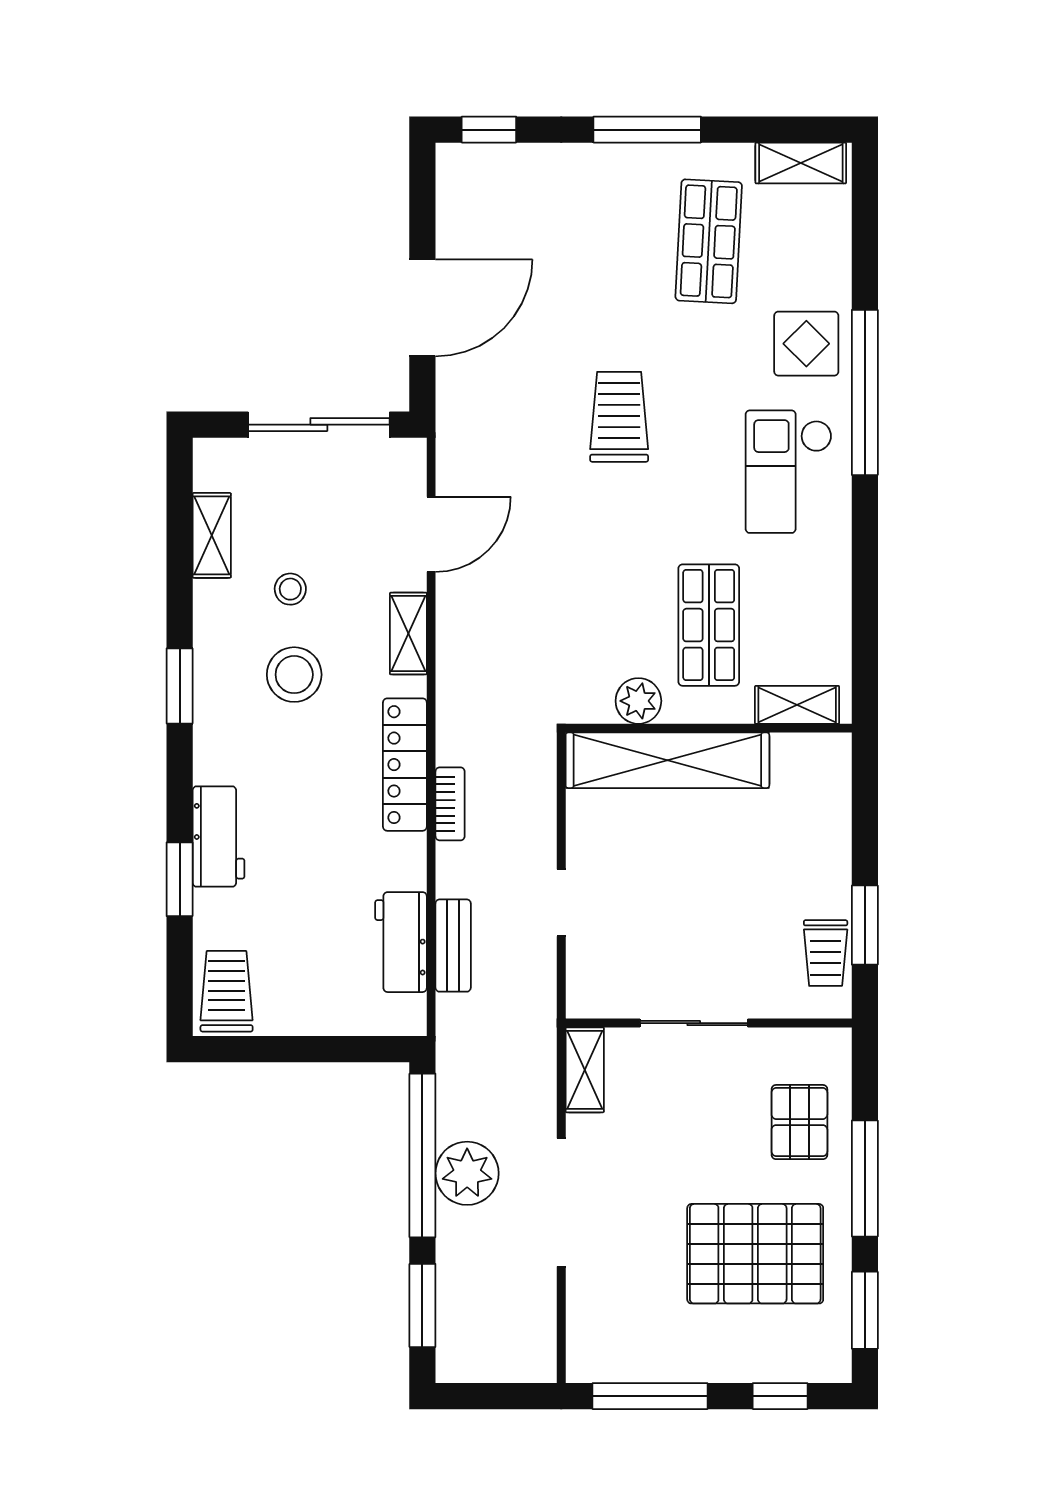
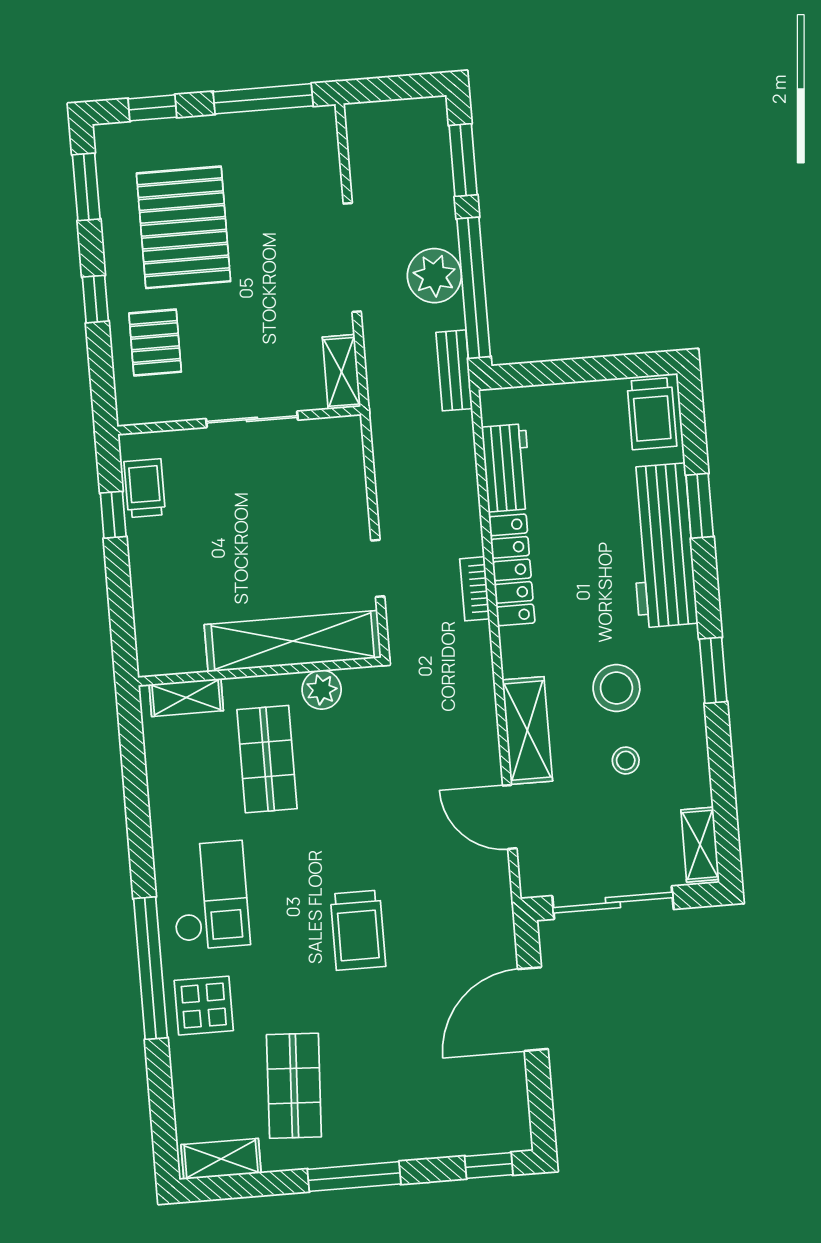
door: (431, 534) -> (510, 817), hinge flipped
shelving: (212, 535) -> (700, 845), moved
shelving: (408, 634) -> (527, 731), width x1.50, depth x1.33
locker: (405, 765) -> (512, 570), moved
workbench: (219, 837) -> (662, 545), width x1.88, depth x1.32
doorway: (561, 903) -> (378, 568), moved
window: (865, 925) -> (113, 515), width x0.67
bench: (453, 946) -> (454, 370), moved
window: (865, 1178) -> (95, 299), width x0.46
pallet: (755, 1254) -> (184, 227), turned 90

